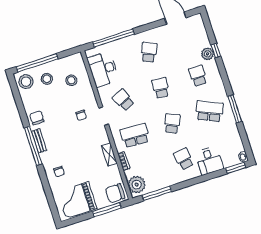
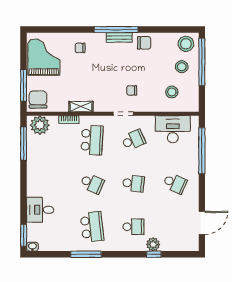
school desk: (209, 111) -> (92, 227), turned -30
school desk: (184, 159) -> (51, 183), removed

